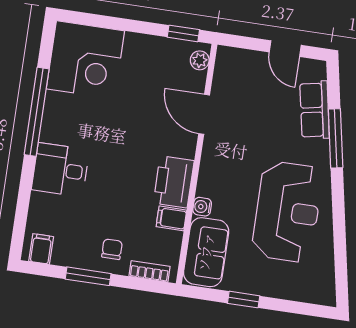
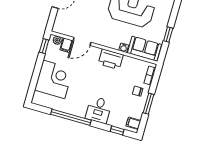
corner desk: (85, 60) -> (54, 79), moved
window: (21, 216) -> (117, 130), added
filing cabinet: (171, 218) -> (66, 45), moved

